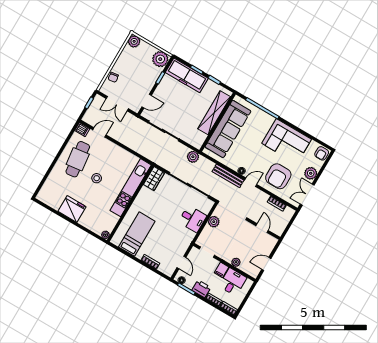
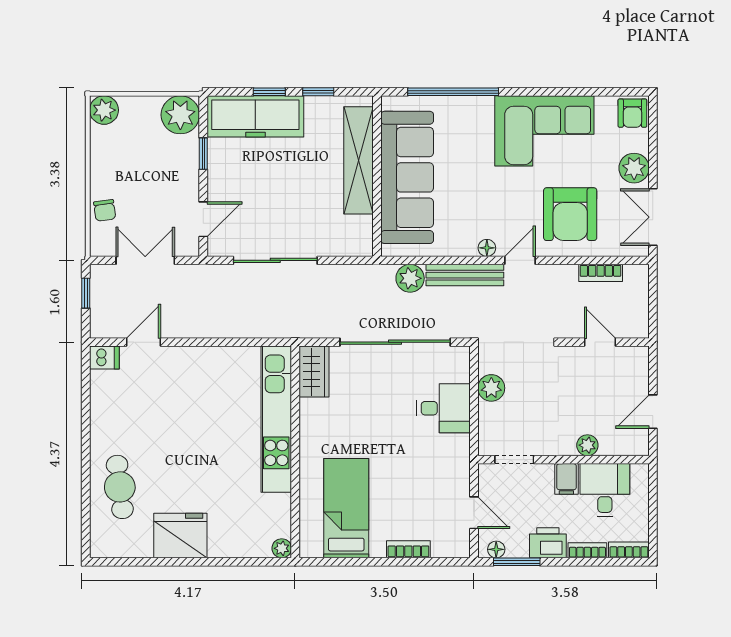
double door: (117, 104) -> (145, 260), swing flipped
plant: (193, 157) -> (410, 278), moved
cafe table: (78, 159) -> (120, 487), moved, width x0.73, depth x0.74
stool: (97, 178) -> (194, 441), removed

